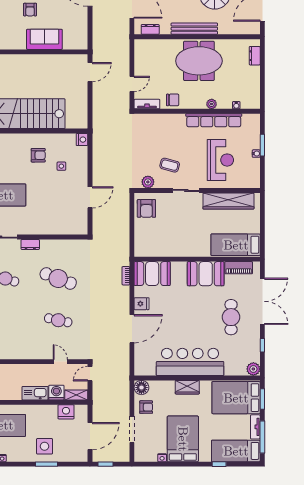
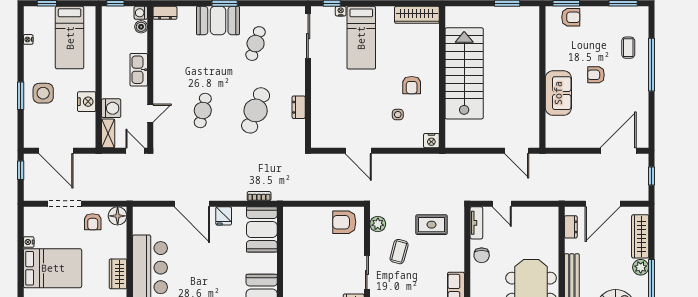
rug: (148, 139) -> (432, 225), added
dresser: (30, 244) -> (299, 107), moved
kitchen sink: (35, 393) -> (139, 70), moved, turned 180
nightstand: (66, 412) -> (87, 102), moved

